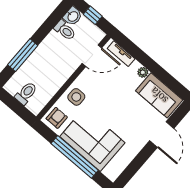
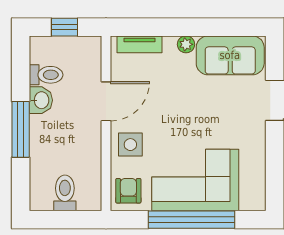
washbasin: (73, 16) -> (41, 100), moved
window: (23, 55) -> (21, 129), moved
door: (92, 56) -> (106, 101), moved

